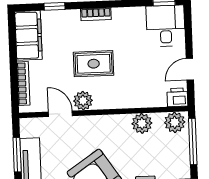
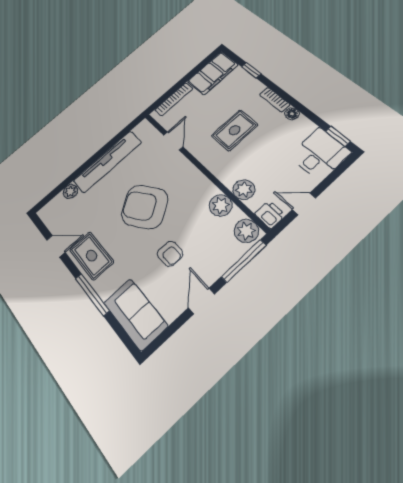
floor lamp: (119, 14) -> (292, 114), added
rug: (94, 64) -> (235, 130), turned 90
plant: (83, 101) -> (244, 190), moved
window: (17, 155) -> (116, 139), removed

